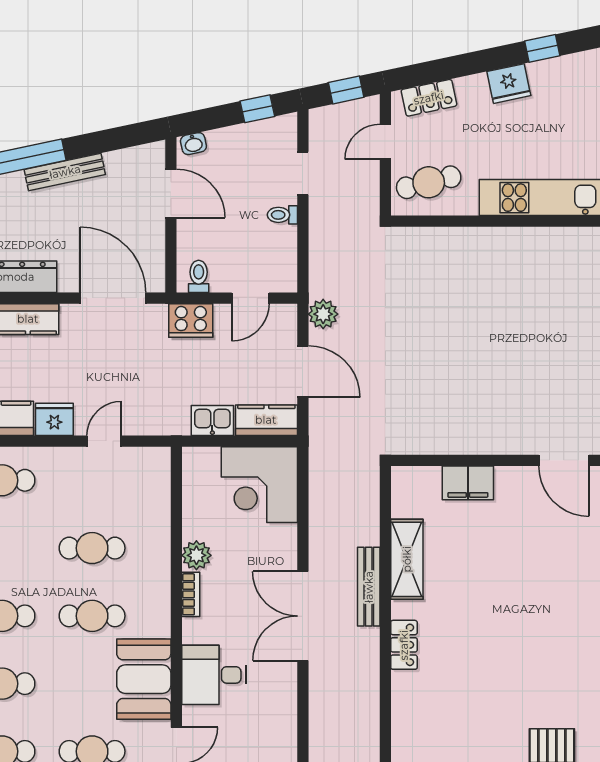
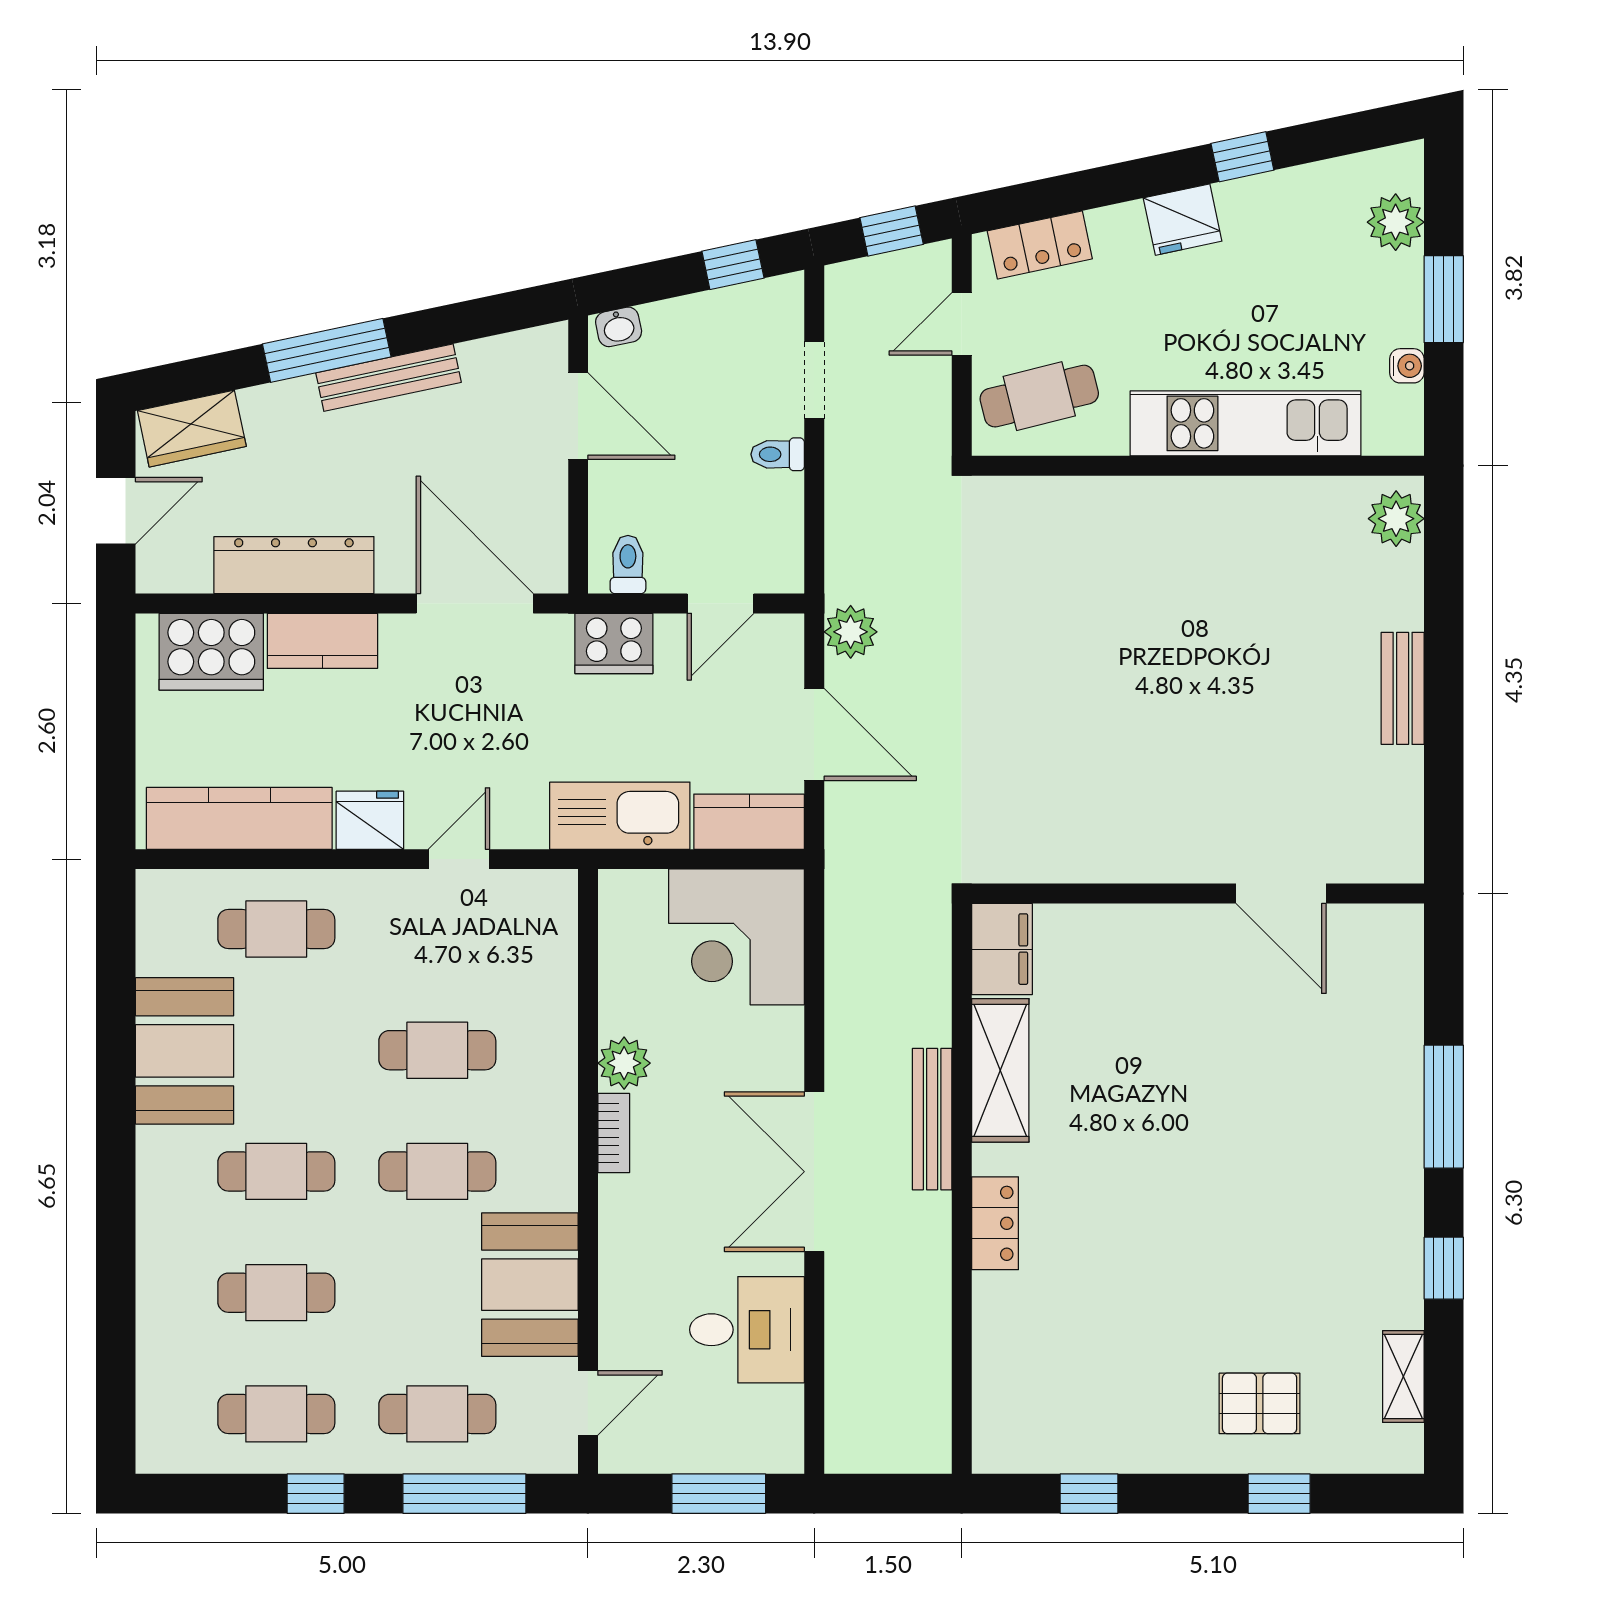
kitchen sink: (212, 421) -> (620, 816), width x1.88, depth x1.24
filing cabinet: (468, 483) -> (1002, 949), moved, turned -90
desk: (214, 675) -> (747, 1330), moved, turned 180

